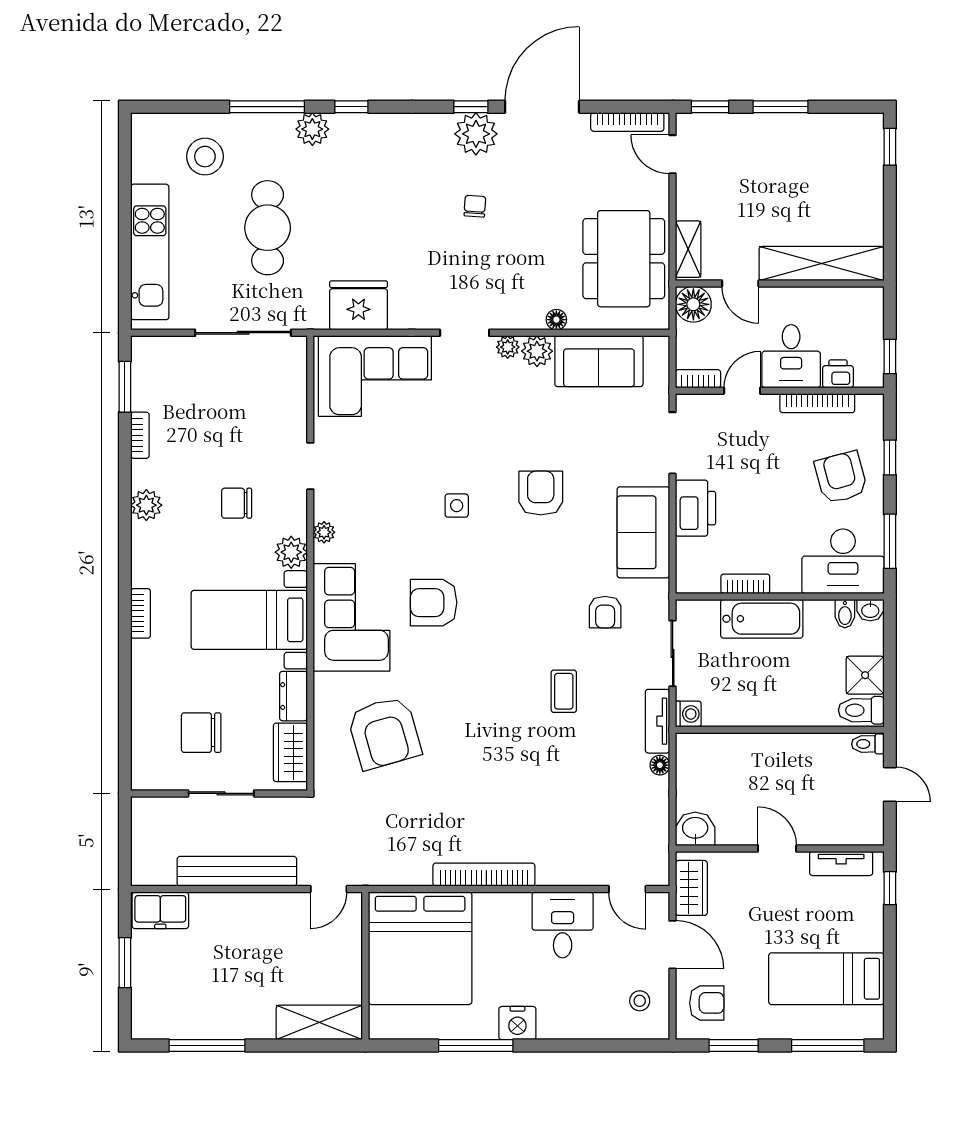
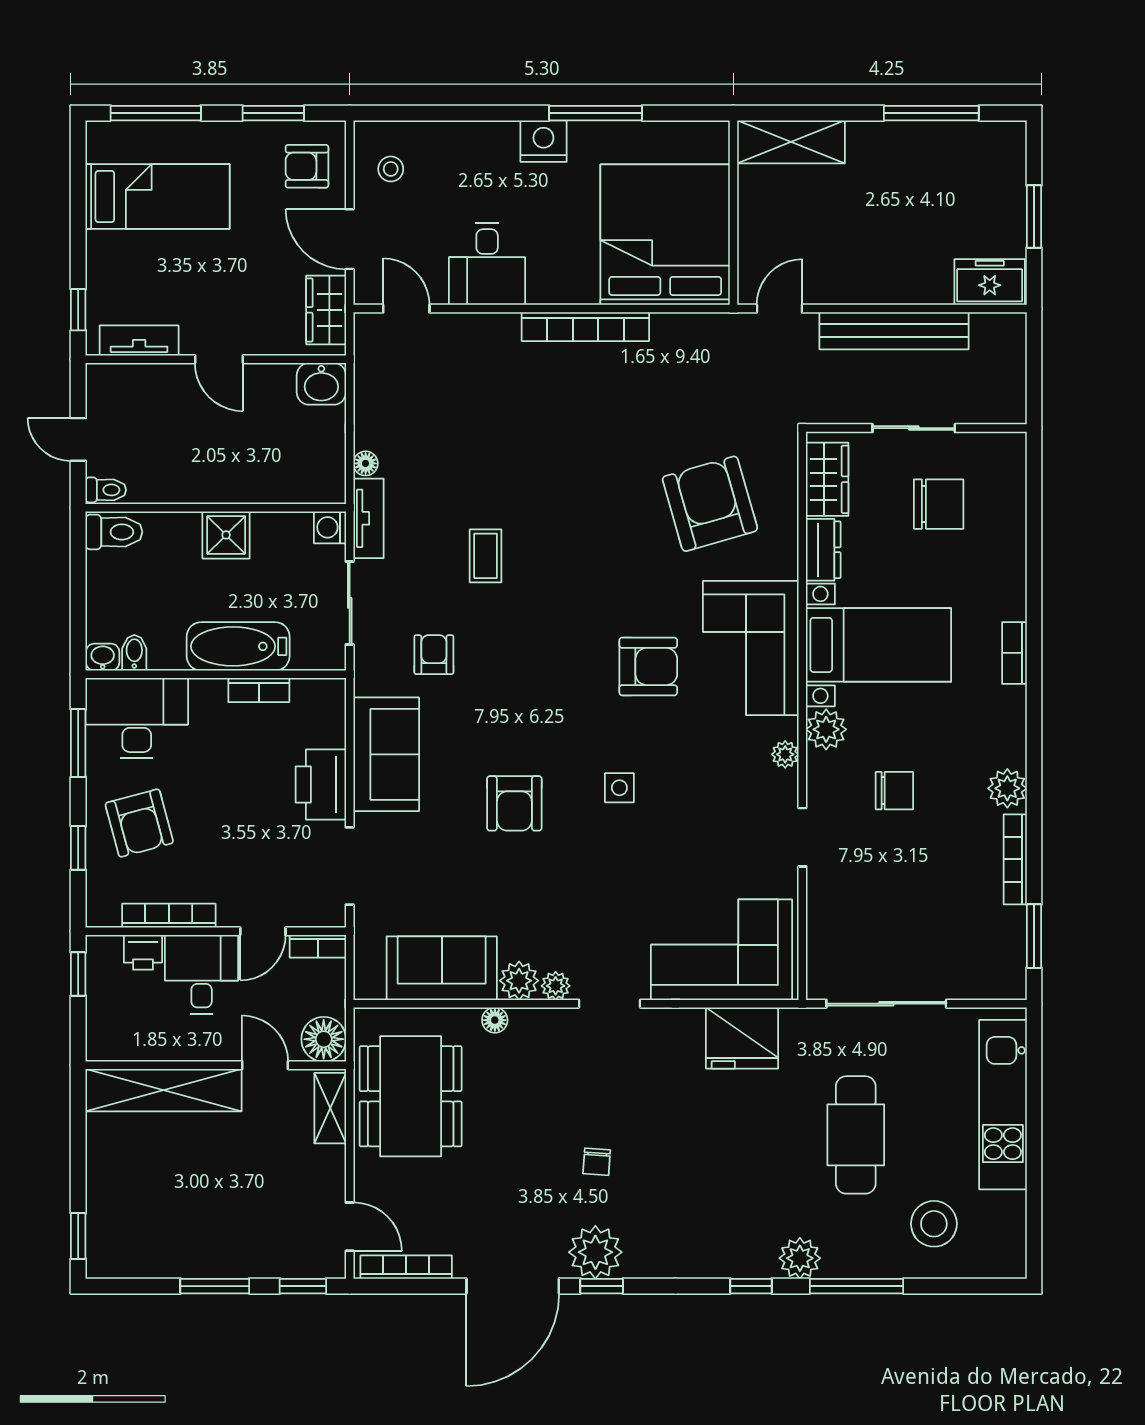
bookcase: (140, 435) -> (1015, 859), width x1.56
shower: (865, 675) -> (226, 535), moved

